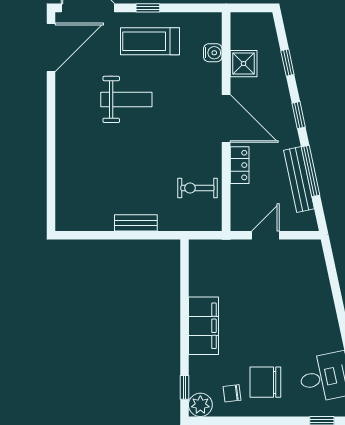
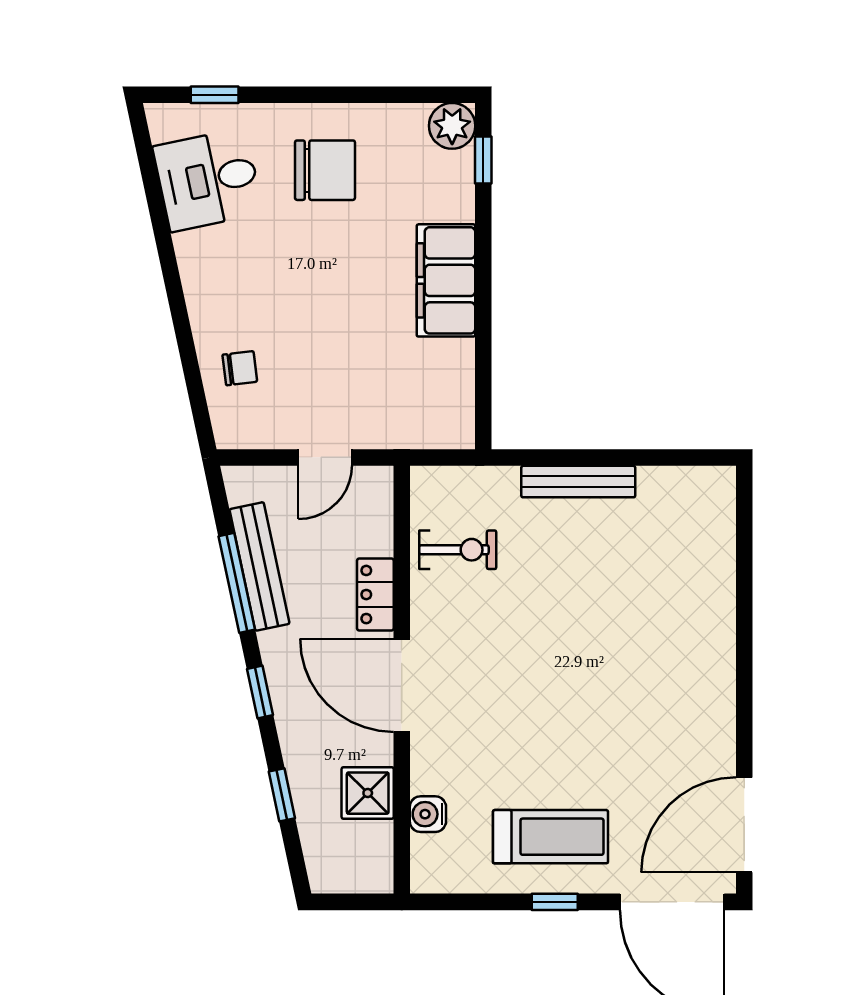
weight bench: (126, 99) -> (597, 723), removed
bench: (136, 223) -> (578, 482), width x1.36
chair: (232, 393) -> (240, 368), moved

